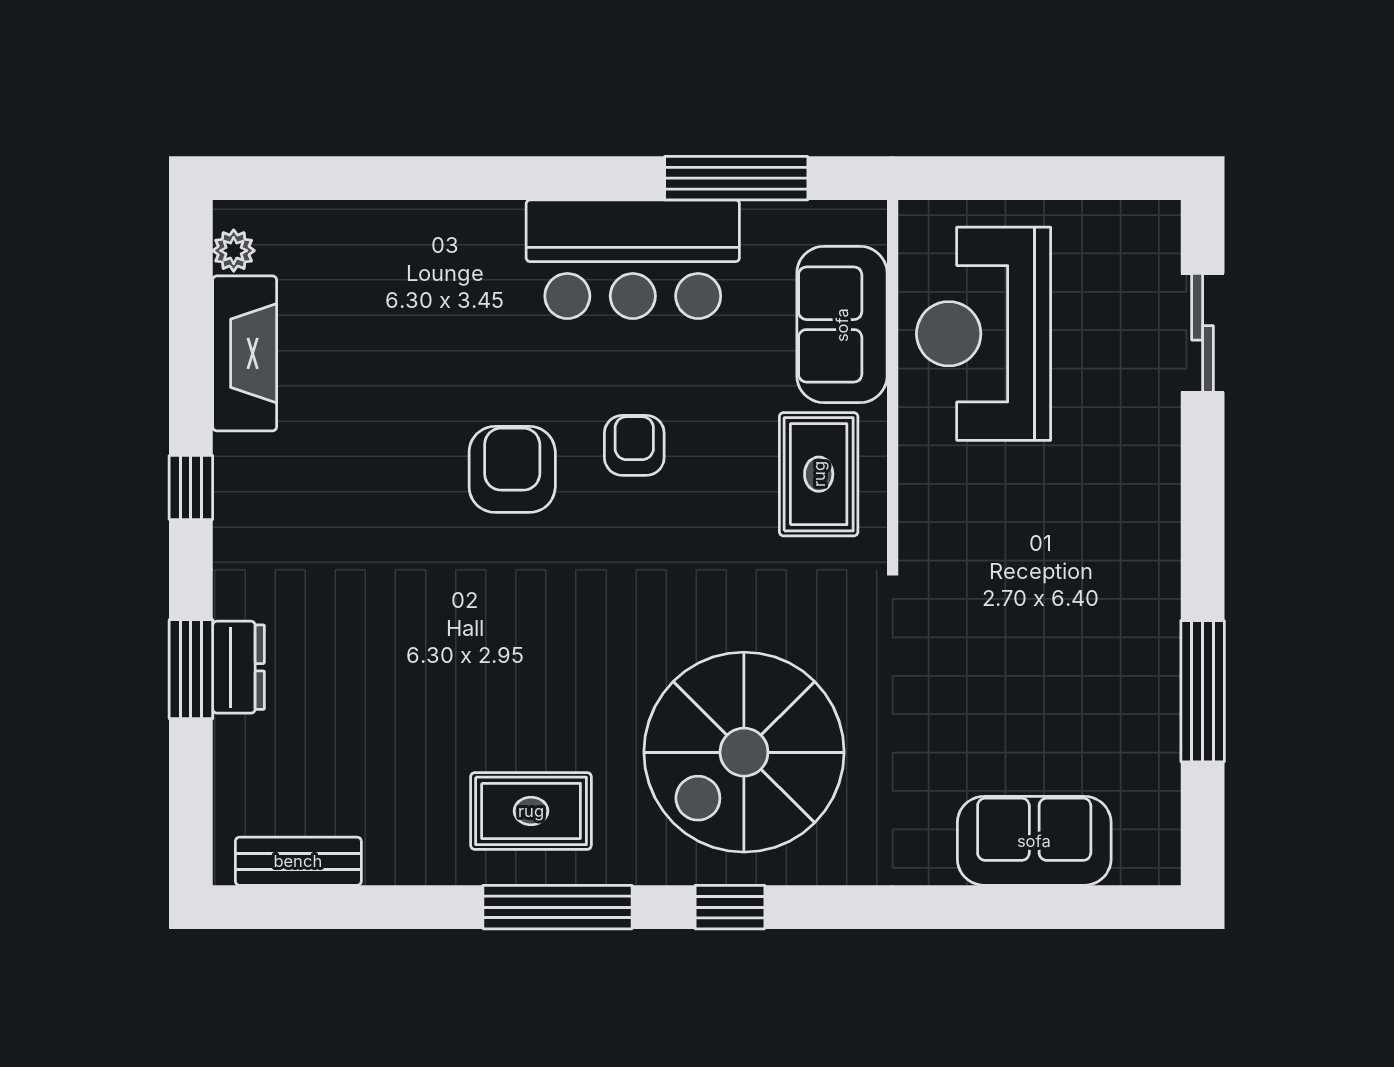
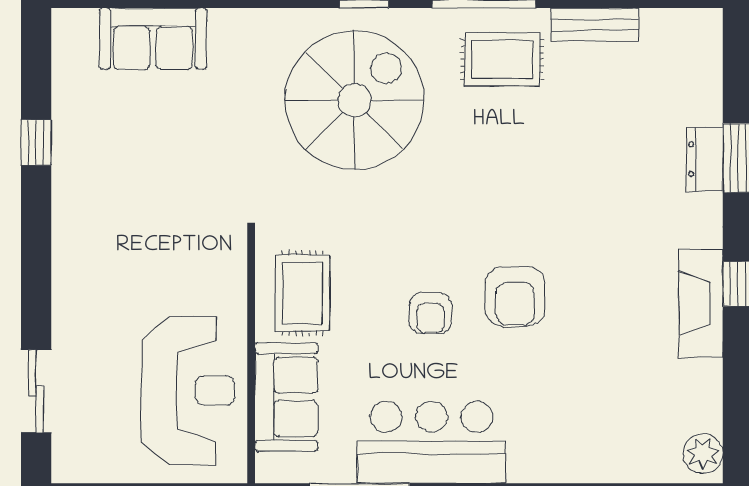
plant: (234, 251) -> (703, 454), width x1.38, depth x1.38
fireplace: (245, 353) -> (701, 304), moved
window: (1203, 691) -> (36, 143), width x0.46
bench: (298, 861) -> (595, 25), moved

